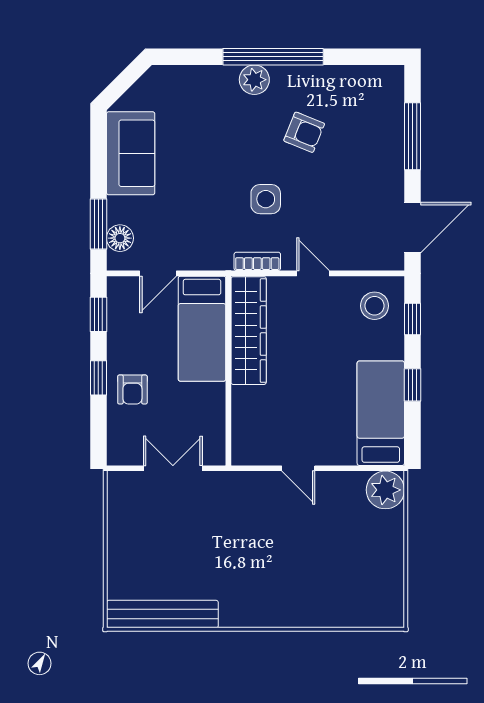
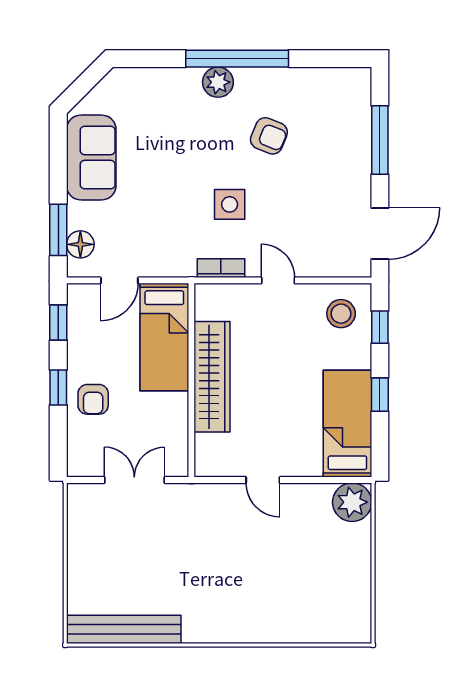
wardrobe: (249, 331) -> (212, 377), moved

